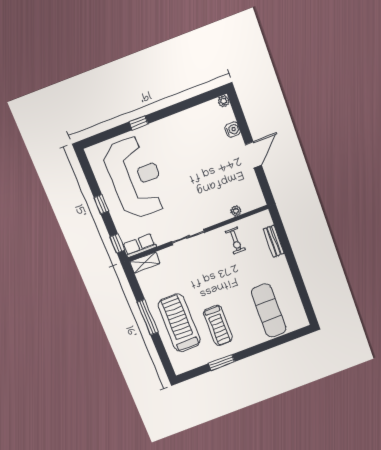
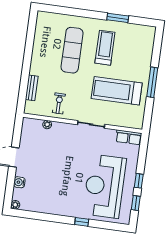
window: (117, 243) -> (136, 203), moved
shelving: (145, 263) -> (132, 123), removed
exercise mat: (269, 311) -> (72, 50), moved
treadmill: (179, 323) -> (117, 91), moved, turned 90

